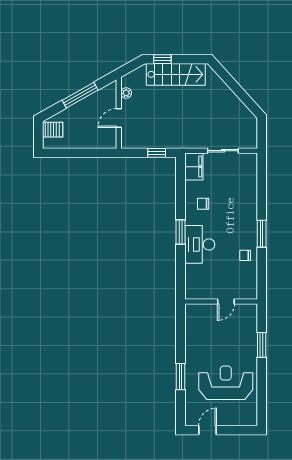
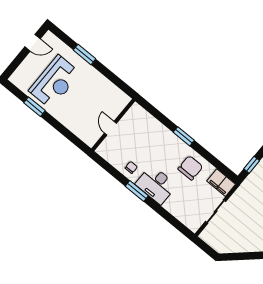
chair: (203, 204) -> (190, 168), width x1.87, depth x1.87
desk: (200, 244) -> (156, 185), moved, turned 180
window: (262, 345) -> (35, 107), moved
door: (208, 430) -> (33, 43), hinge flipped

